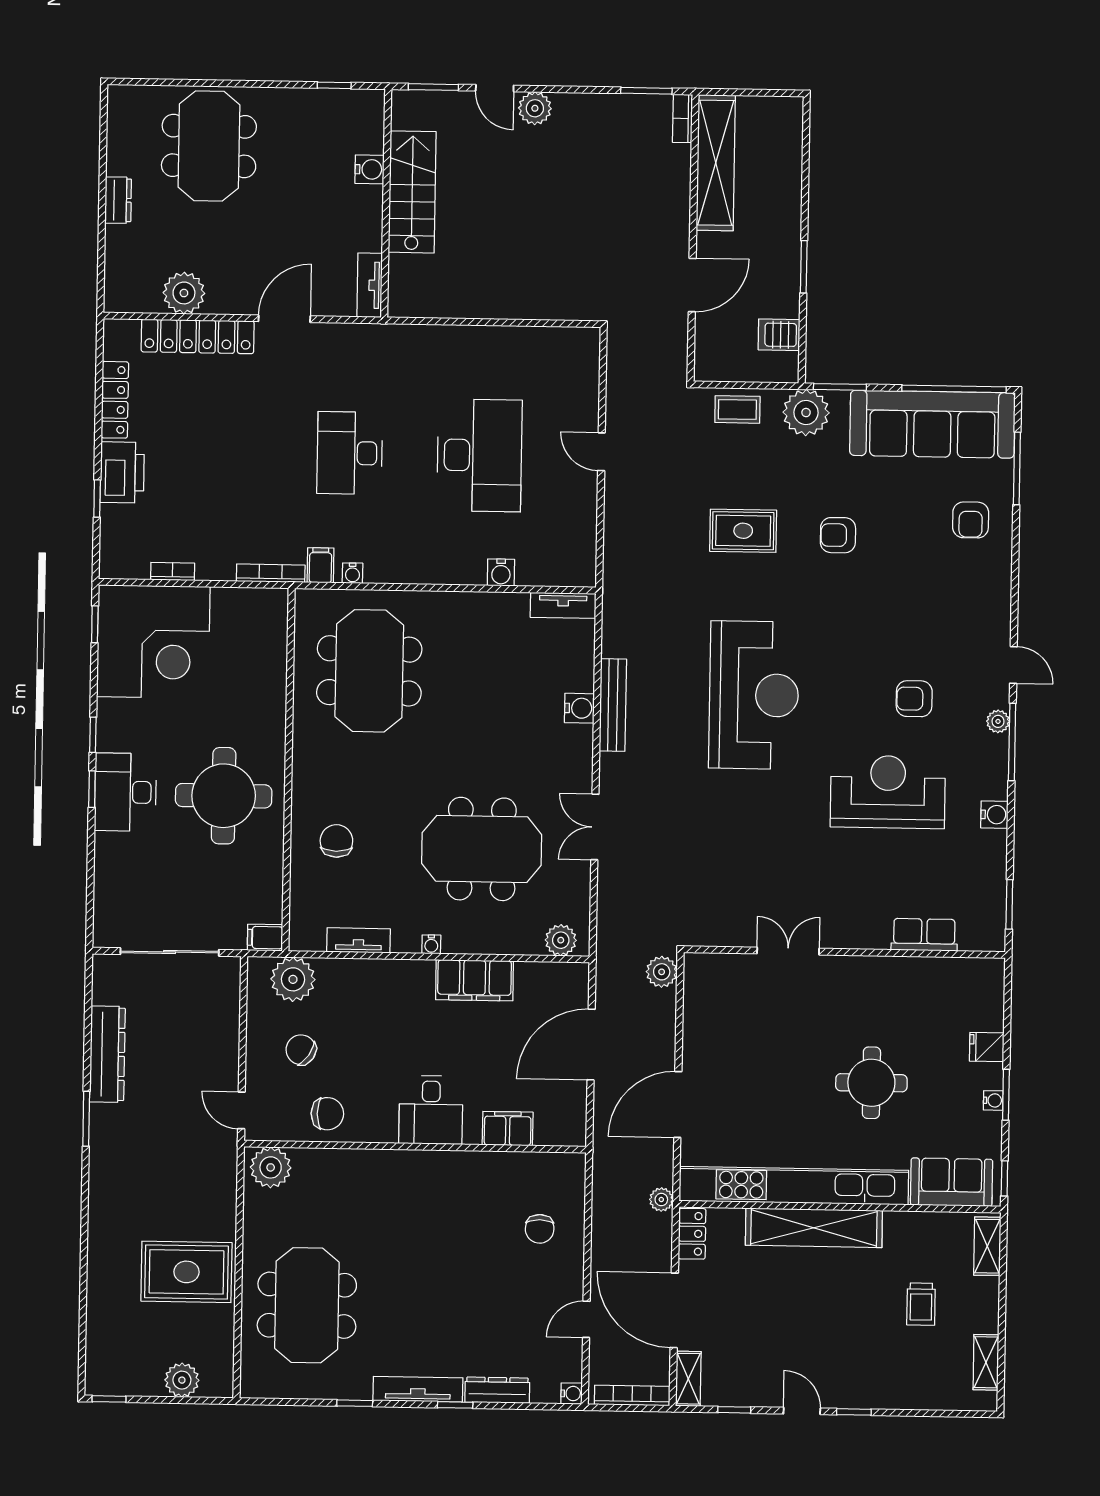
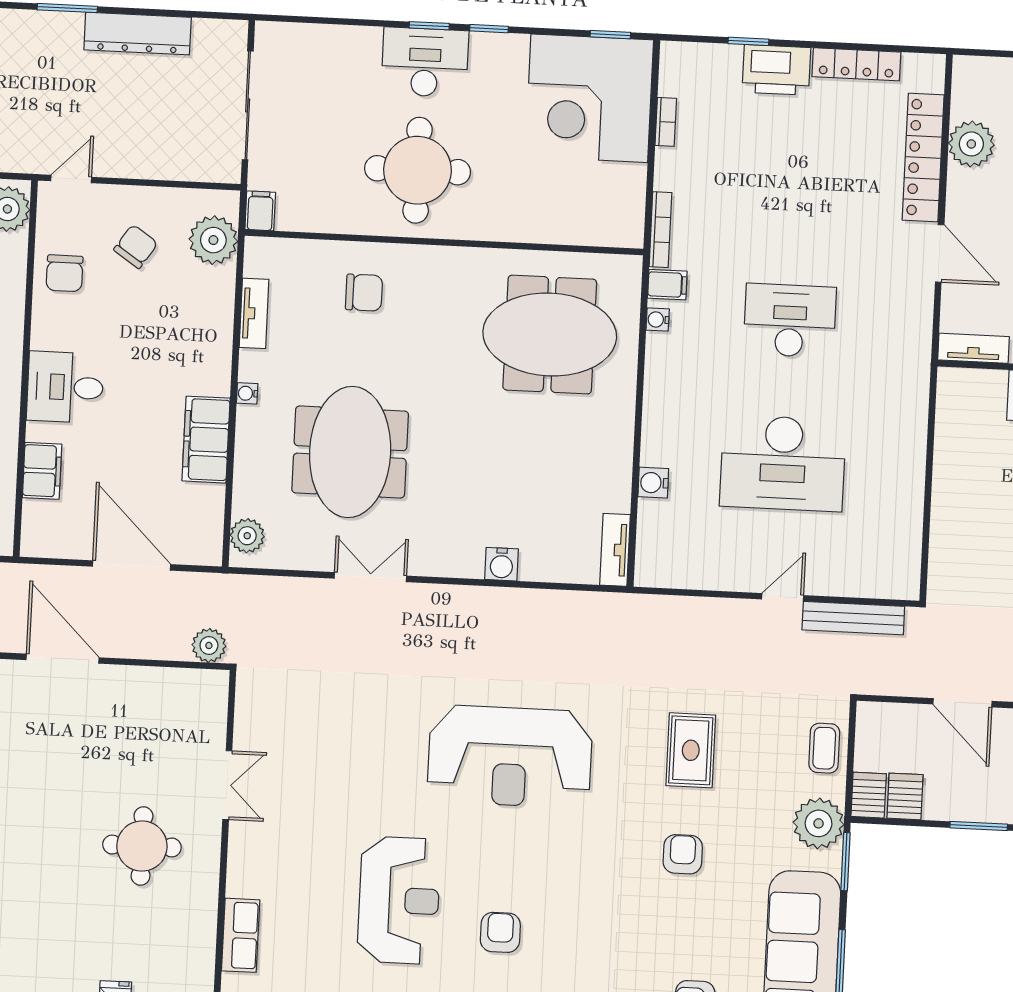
server rack: (779, 368) -> (869, 795), added
bench: (613, 705) -> (853, 618), moved
round table: (871, 1083) -> (142, 846), moved

